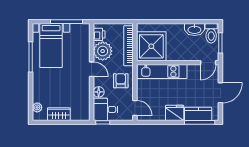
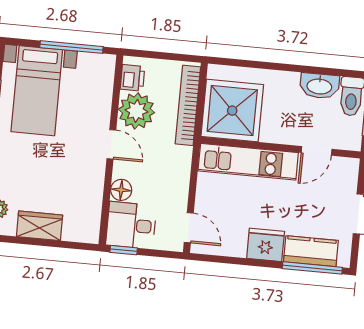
door: (208, 63) -> (317, 151), moved
armchair: (121, 81) -> (166, 172), removed

